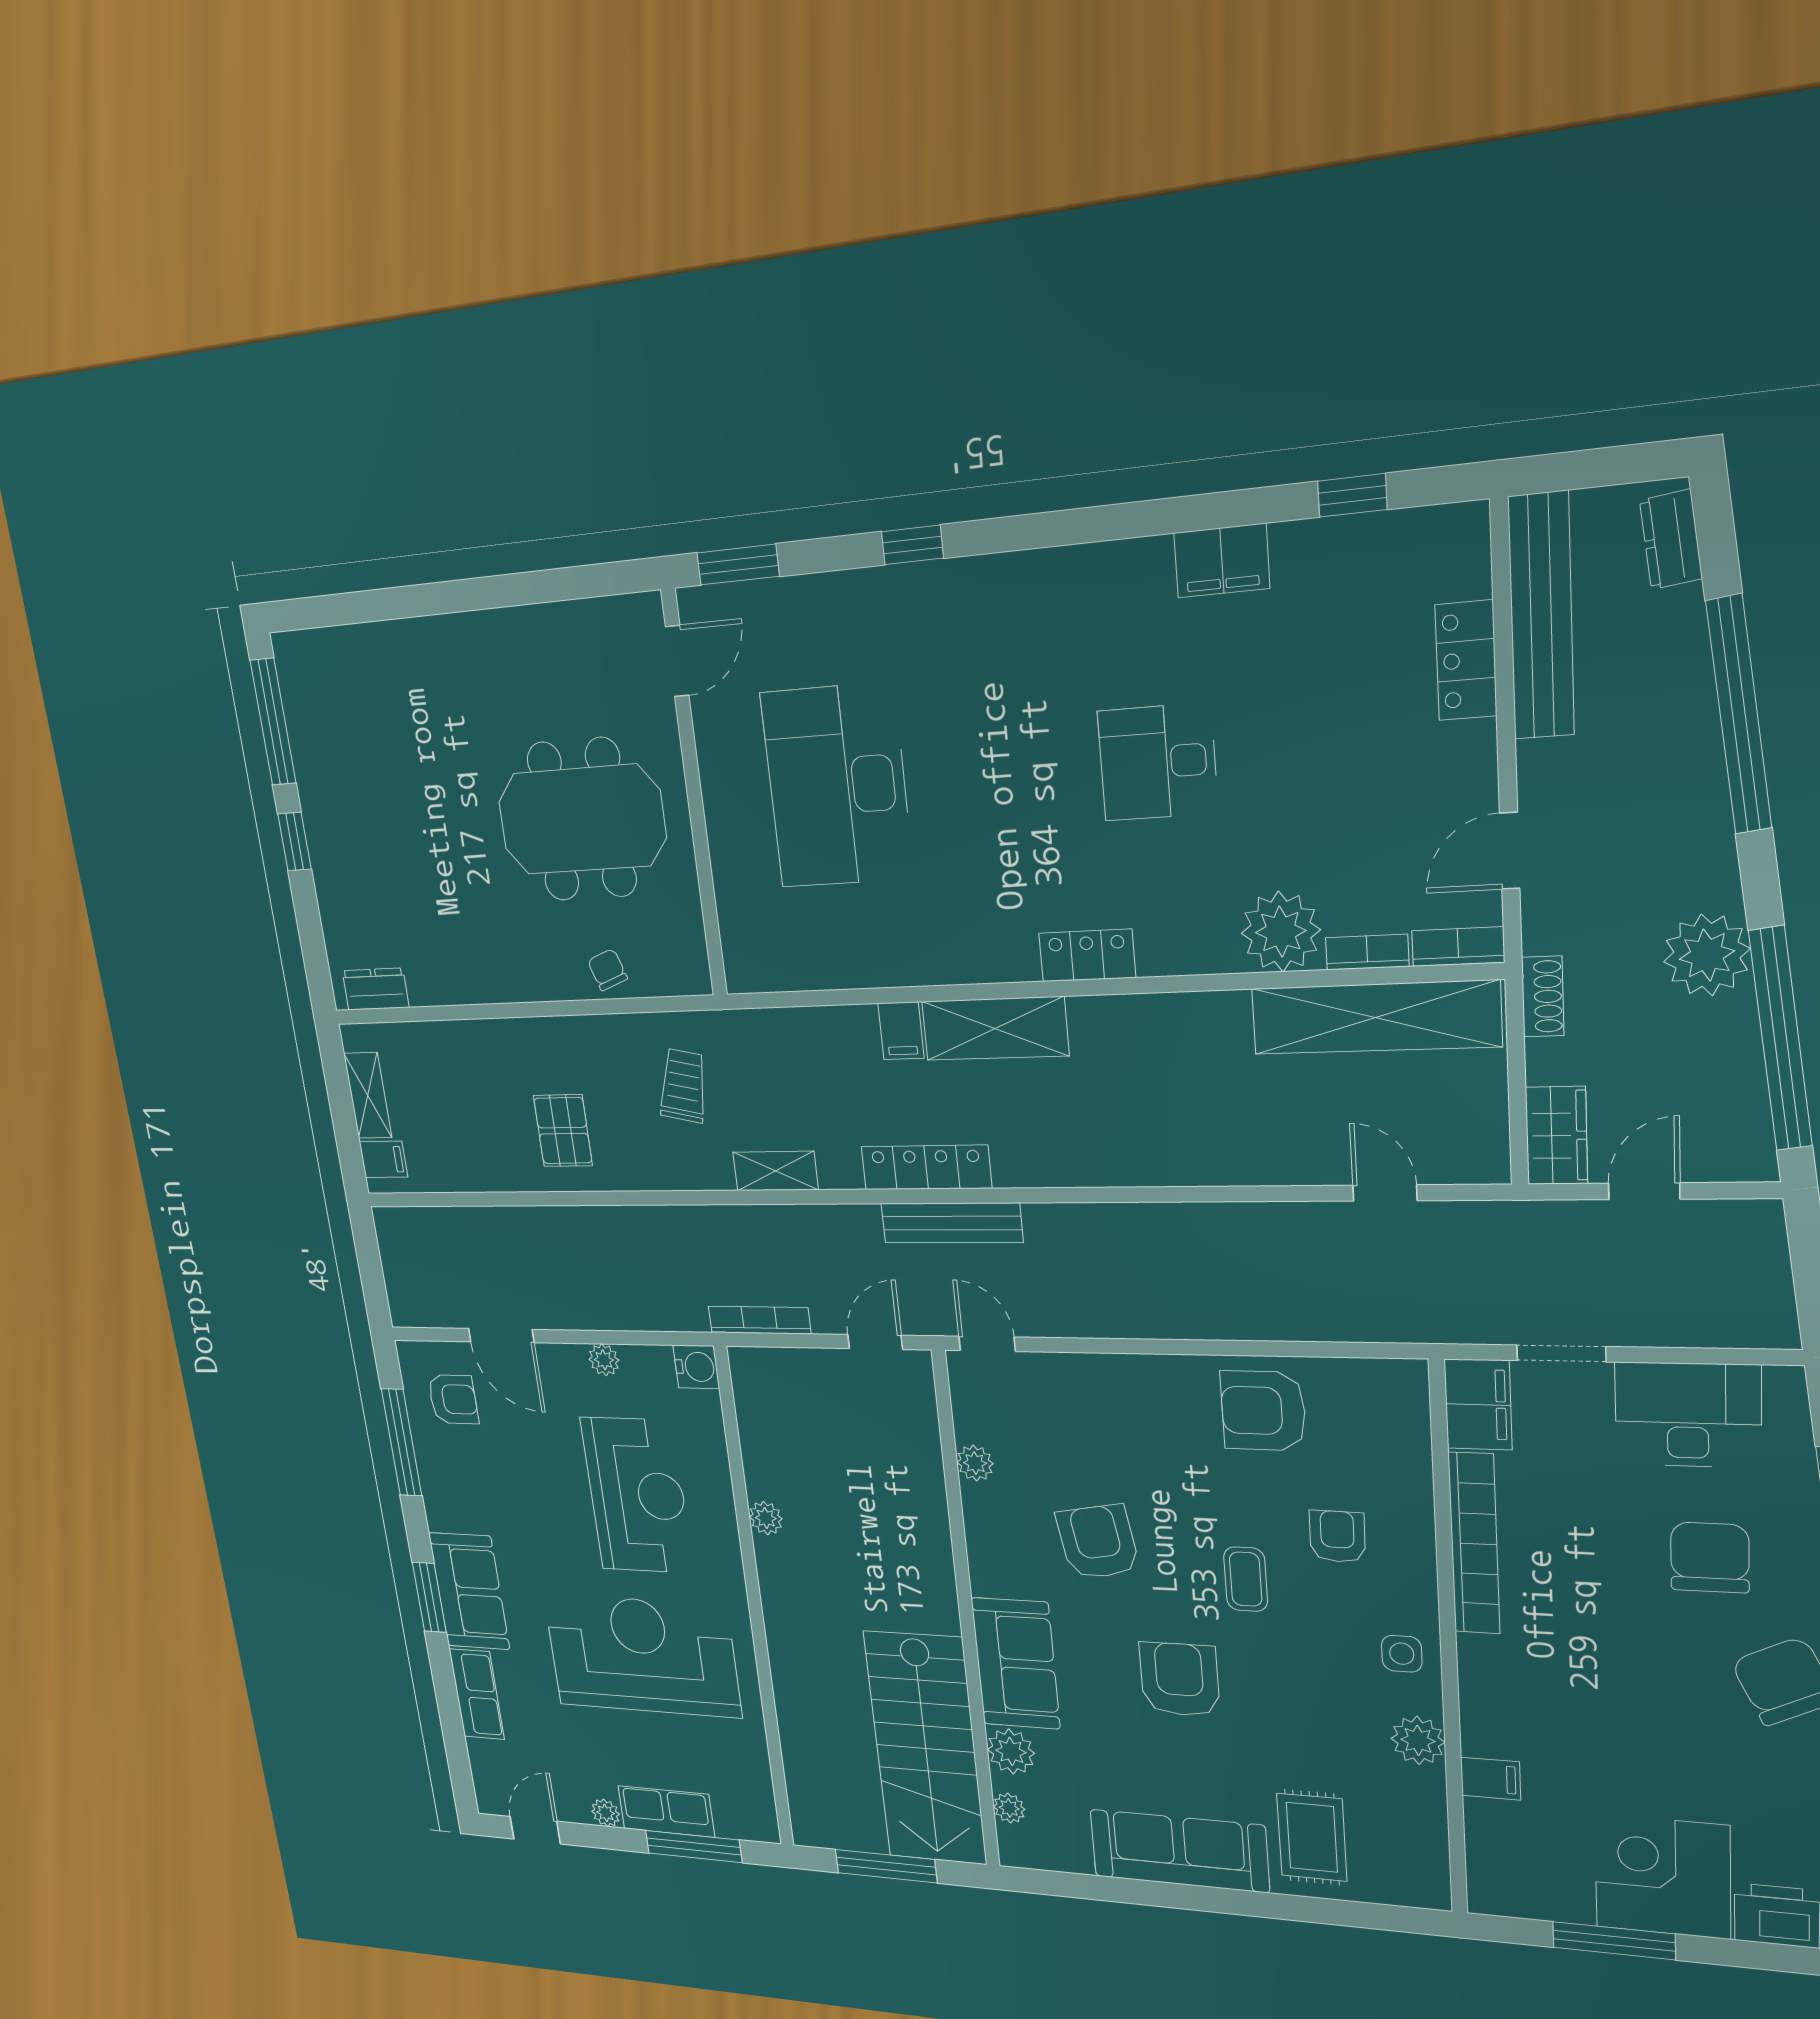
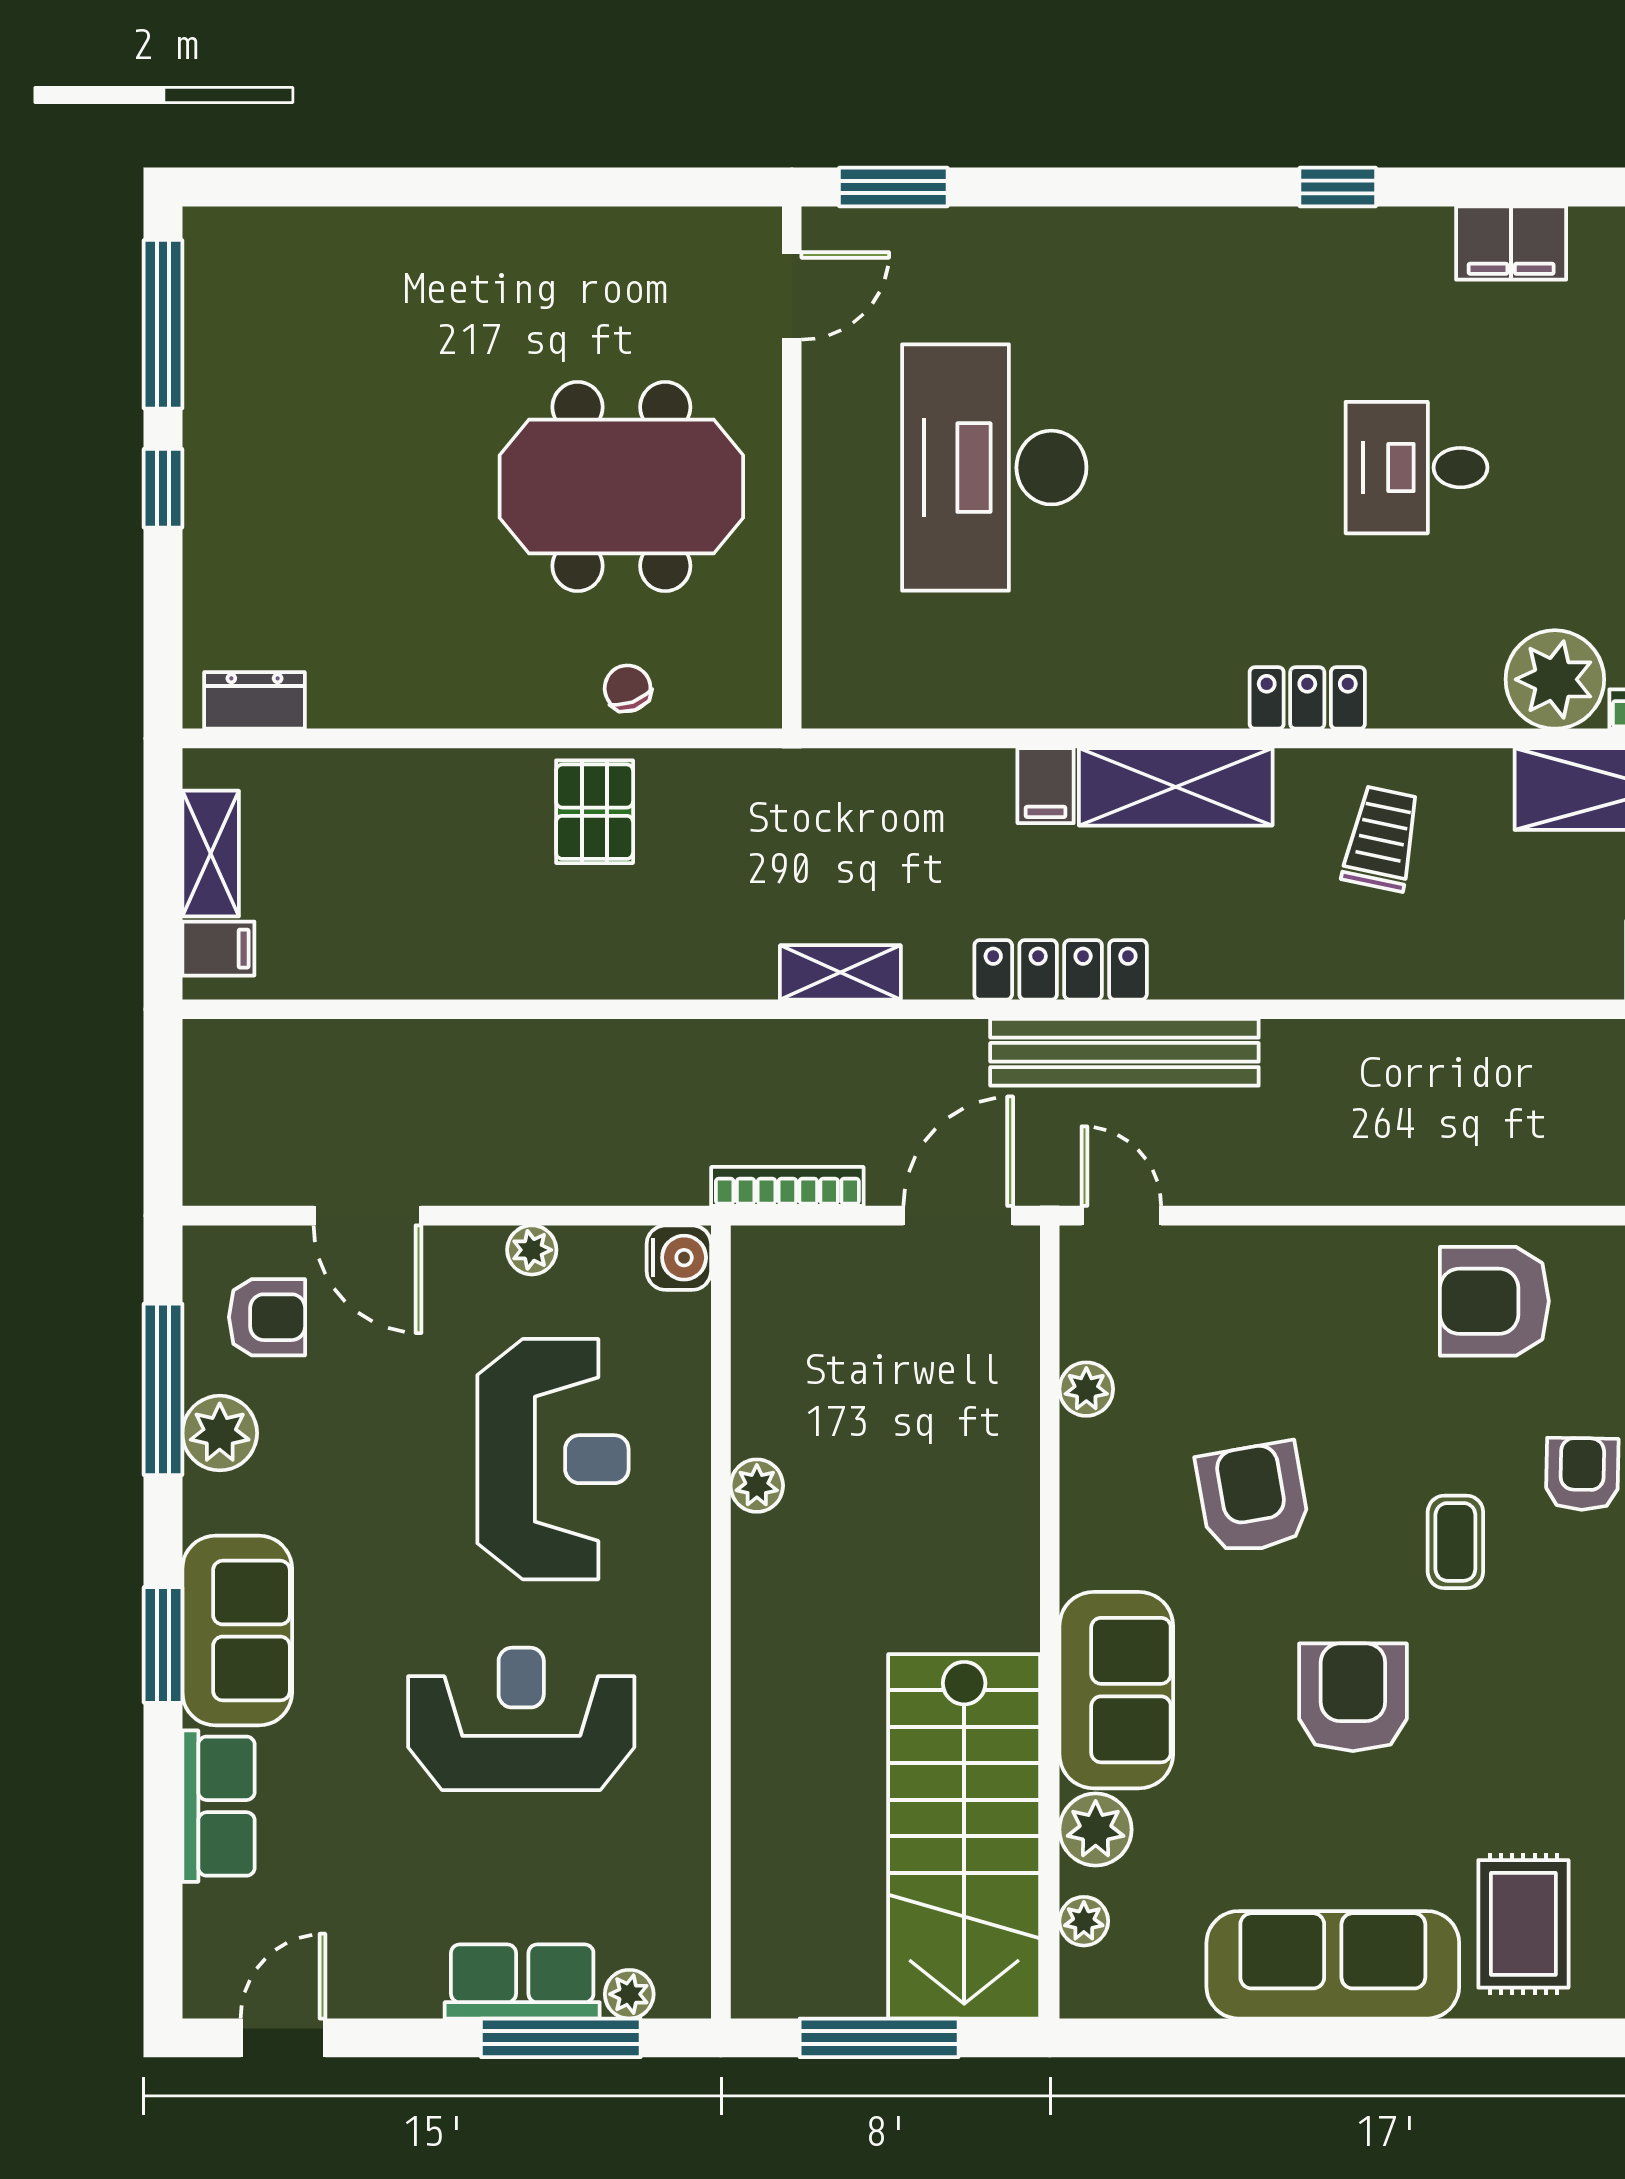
window: (912, 545) -> (1338, 187), moved
trolley: (683, 1086) -> (1382, 839), moved
pallet: (563, 1131) -> (595, 812), moved
bench: (952, 1223) -> (1124, 1052), width x1.37, depth x1.21
door: (875, 1342) -> (958, 1216), width x1.38
plant: (438, 1471) -> (220, 1433), added
reception desk: (642, 1655) -> (521, 1719), width x0.74, depth x0.77
plant: (606, 1813) -> (629, 1994), moved

